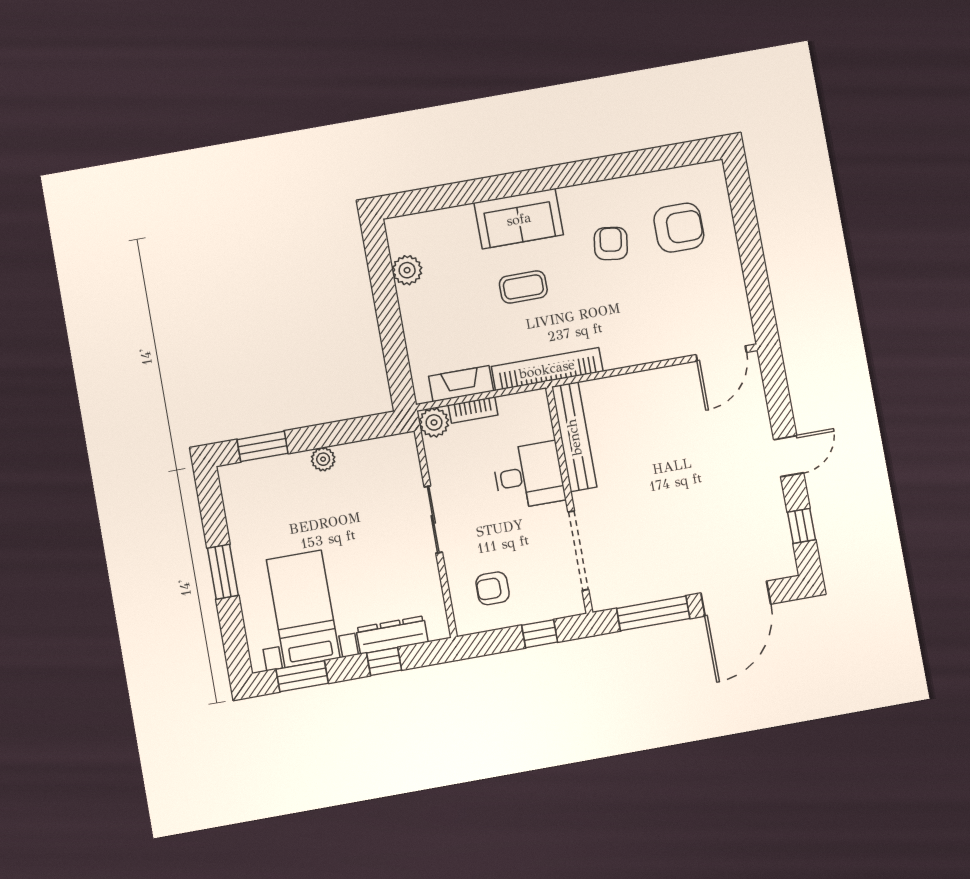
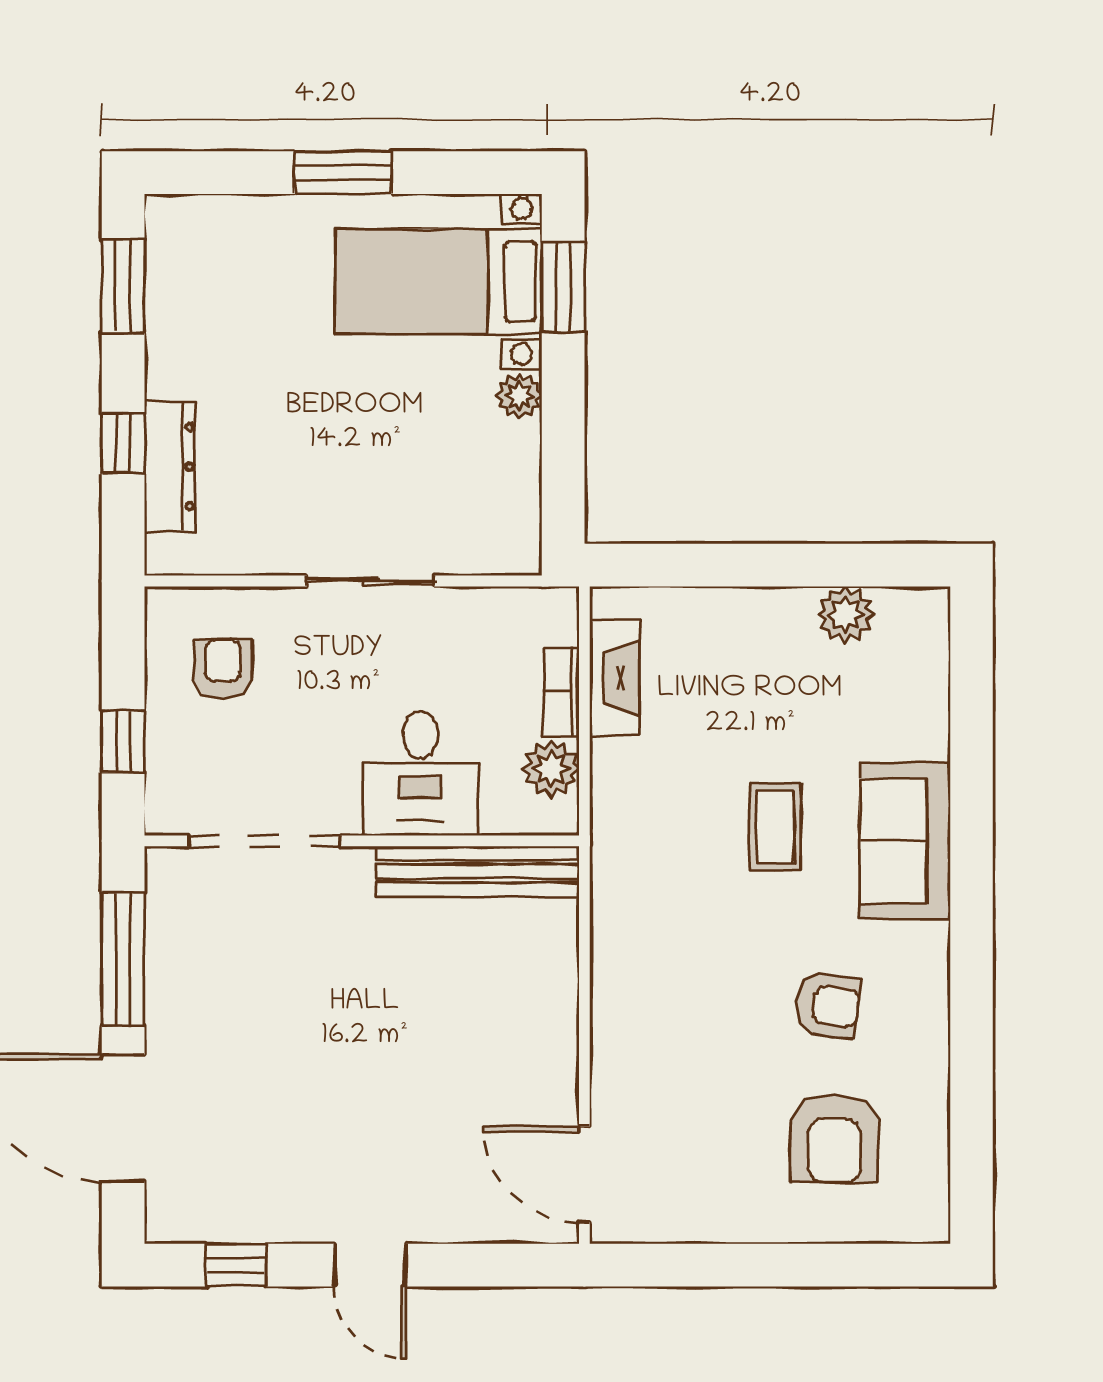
bookcase: (547, 369) -> (613, 844), removed
plant: (434, 422) -> (551, 768), moved
bed with nightstands: (303, 609) -> (439, 281), moved, turned 180

